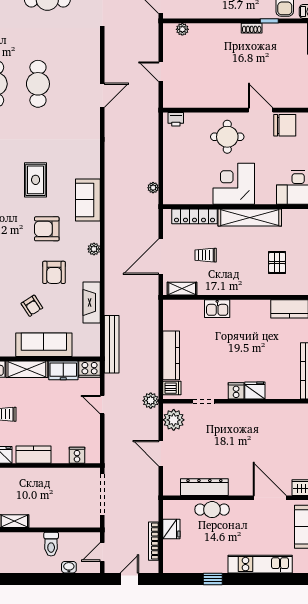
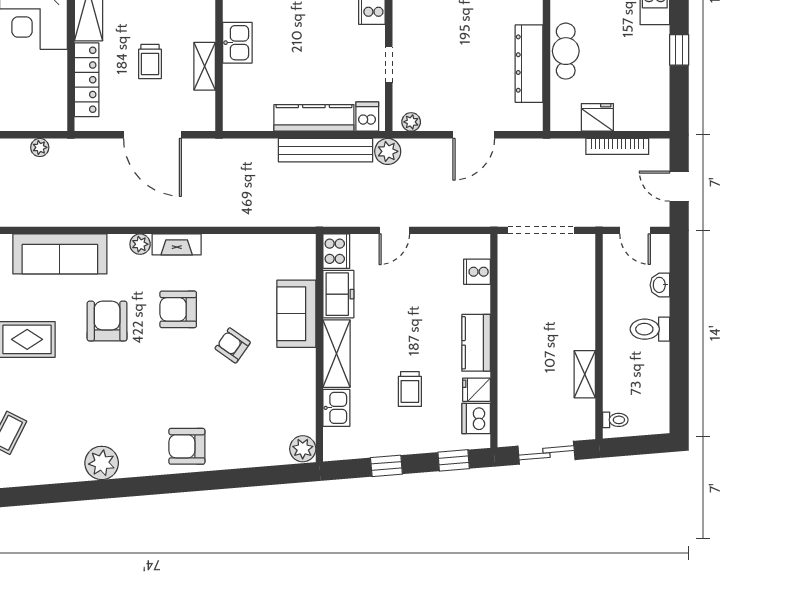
sofa: (88, 200) -> (60, 254), width x1.36
armchair: (47, 229) -> (107, 321), turned 180
armchair: (54, 272) -> (178, 309), turned 180
shelving: (182, 289) -> (205, 66), moved
fireplace: (92, 302) -> (177, 244), moved, width x0.73, depth x0.76
armchair: (32, 306) -> (233, 345), turned -112
bench: (112, 344) -> (326, 150), moved
sofa: (44, 345) -> (296, 314), width x0.73
plant: (174, 420) -> (411, 122), width x0.53, depth x0.53
toilet: (51, 544) -> (650, 329), moved, turned 180

